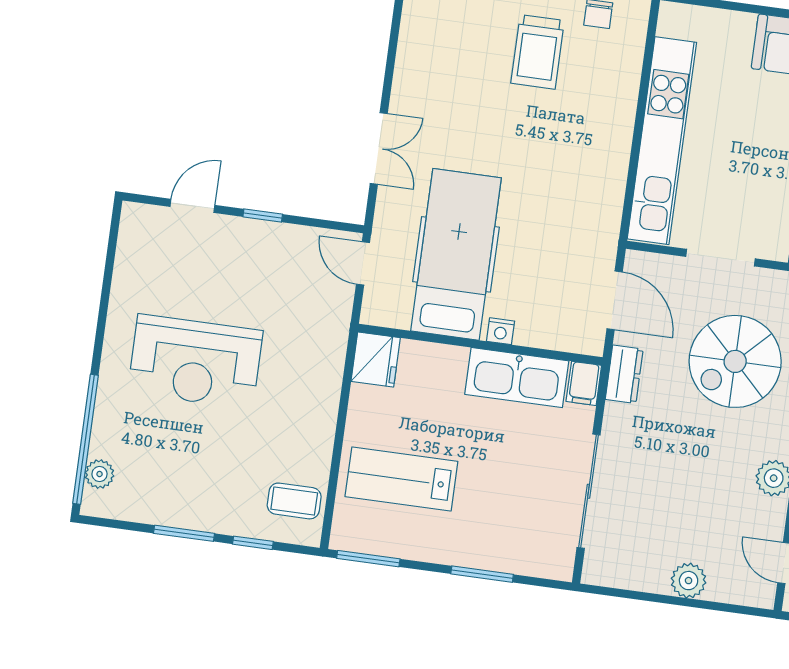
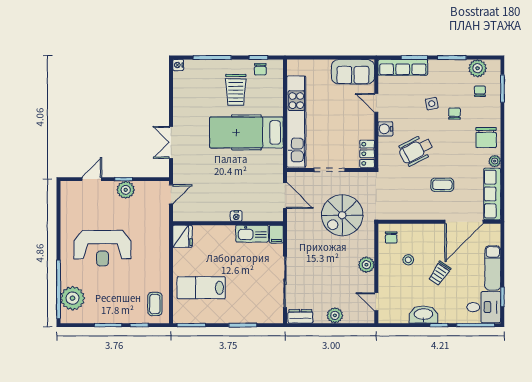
double door: (379, 148) -> (171, 142), swing flipped
plant: (264, 240) -> (126, 190), added
hospital bed: (456, 254) -> (246, 132), moved, turned -90
door: (363, 263) -> (171, 194), swing flipped
dresser: (624, 374) -> (300, 316), moved, turned -90
kitchen sink: (517, 378) -> (252, 234), width x0.73, depth x0.81
plant: (100, 474) -> (73, 298), width x1.87, depth x1.87
coffee table: (294, 501) -> (155, 304), turned 90

